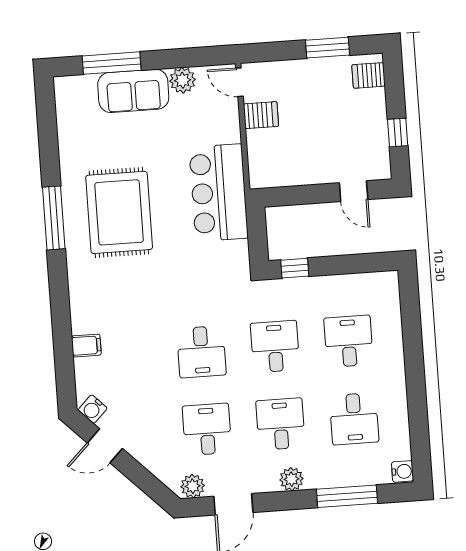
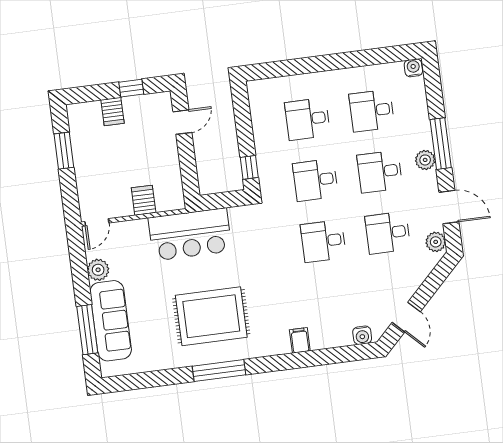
server rack: (369, 75) -> (113, 112), moved
sofa: (133, 91) -> (111, 321), width x1.36
server rack: (261, 115) -> (144, 200), moved
filing cabinet: (86, 346) -> (300, 340), moved
desk: (201, 352) -> (323, 241), turned 180
water cooler: (93, 409) -> (362, 335), moved, turned 45
desk: (354, 419) -> (372, 111), turned 180
window: (347, 496) -> (441, 144), moved

